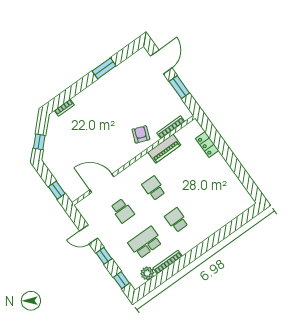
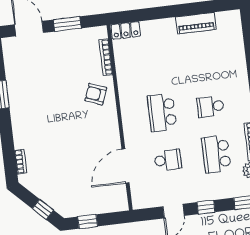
locker: (207, 144) -> (126, 30), moved
piano: (164, 149) -> (196, 23), moved, turned 90
school desk: (154, 188) -> (162, 112), width x1.85
window: (57, 190) -> (88, 221), moved

